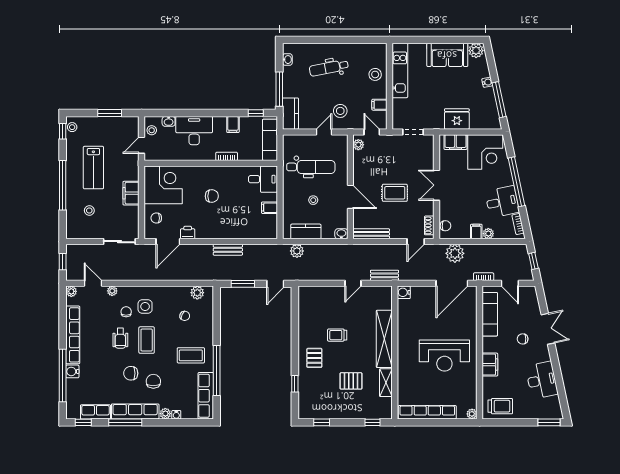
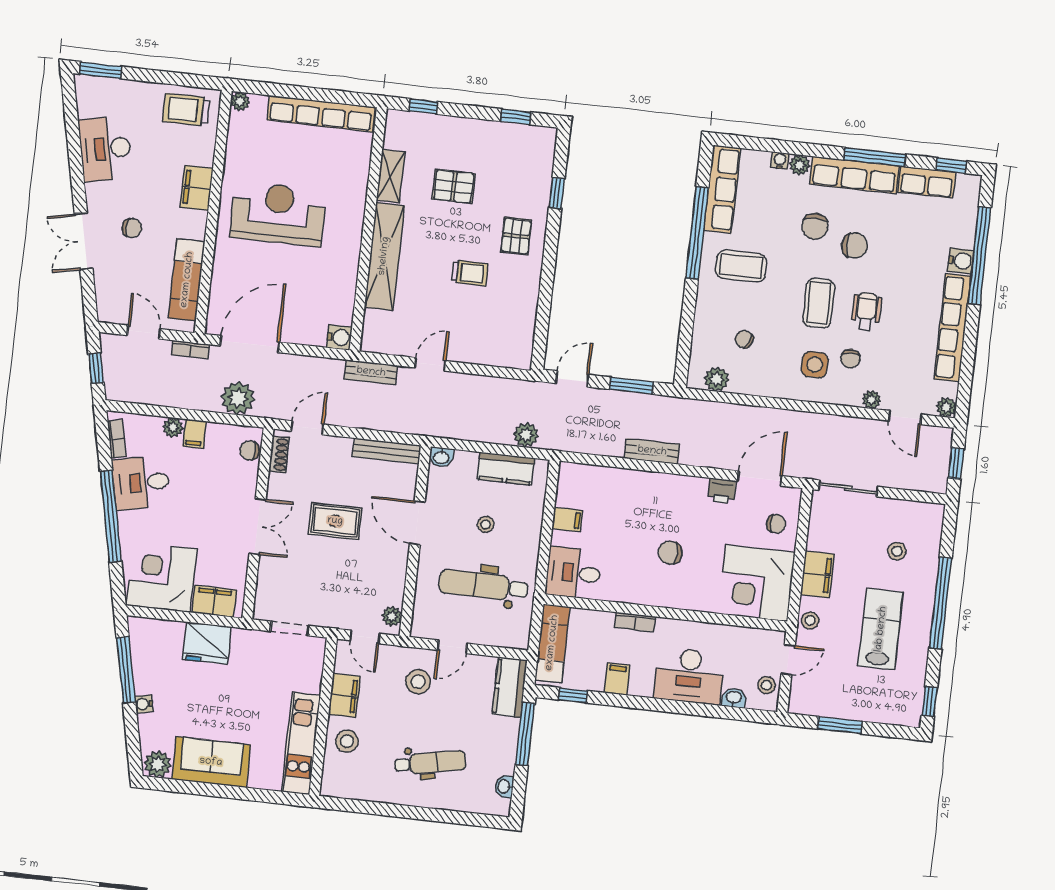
filing cabinet: (379, 105) -> (344, 695), width x2.00
stool: (72, 127) -> (810, 621), moved

